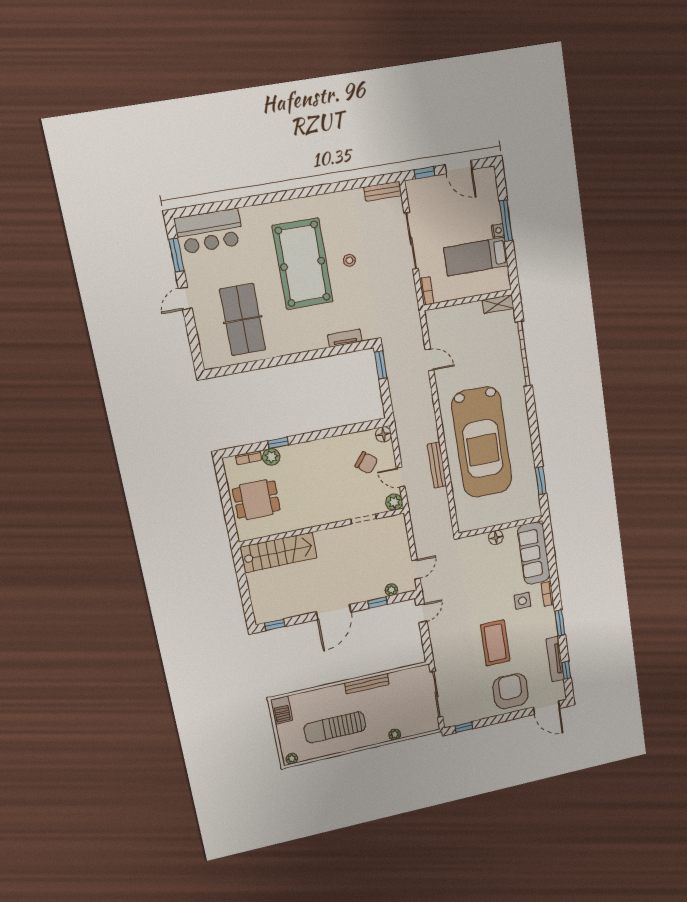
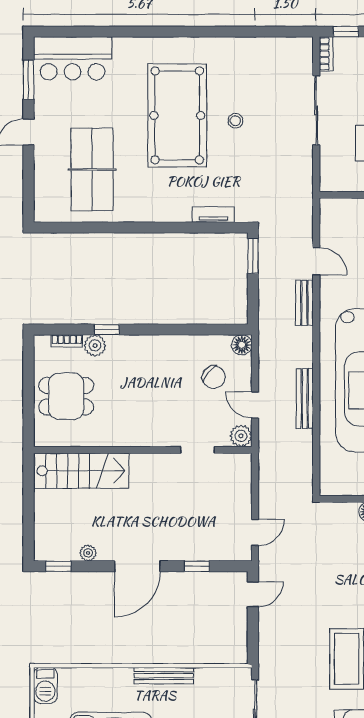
bench: (383, 191) -> (304, 303), moved, turned 90
bookcase: (427, 291) -> (326, 54), moved
plant: (391, 590) -> (88, 553), moved

